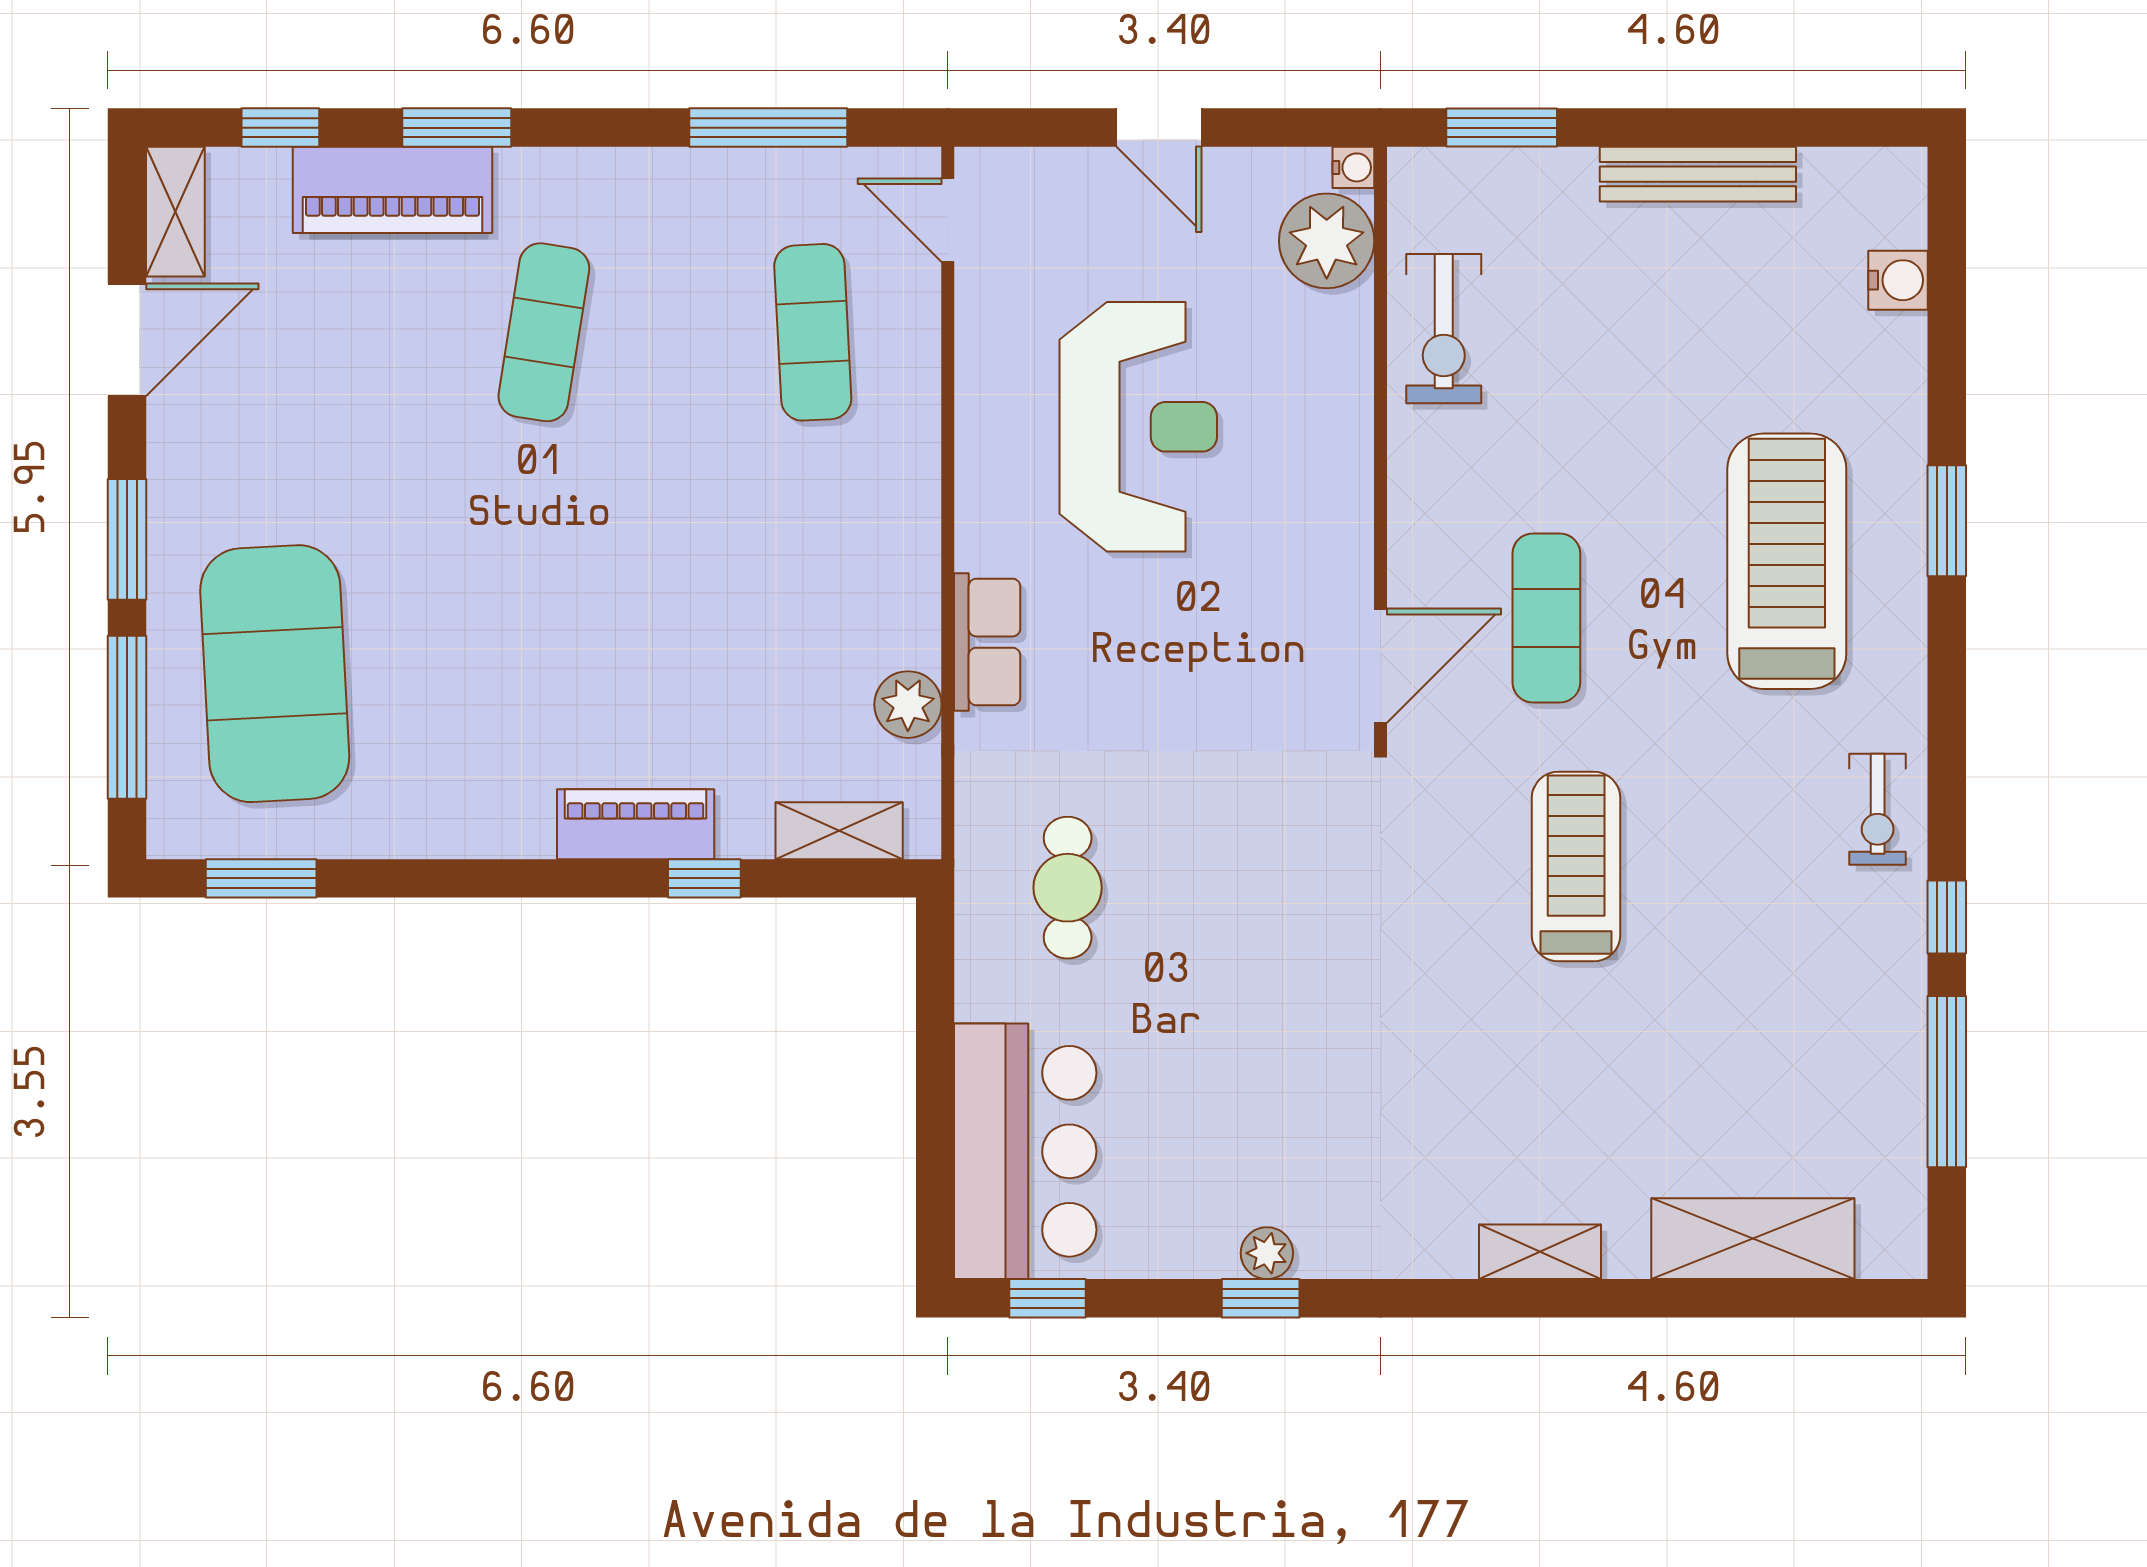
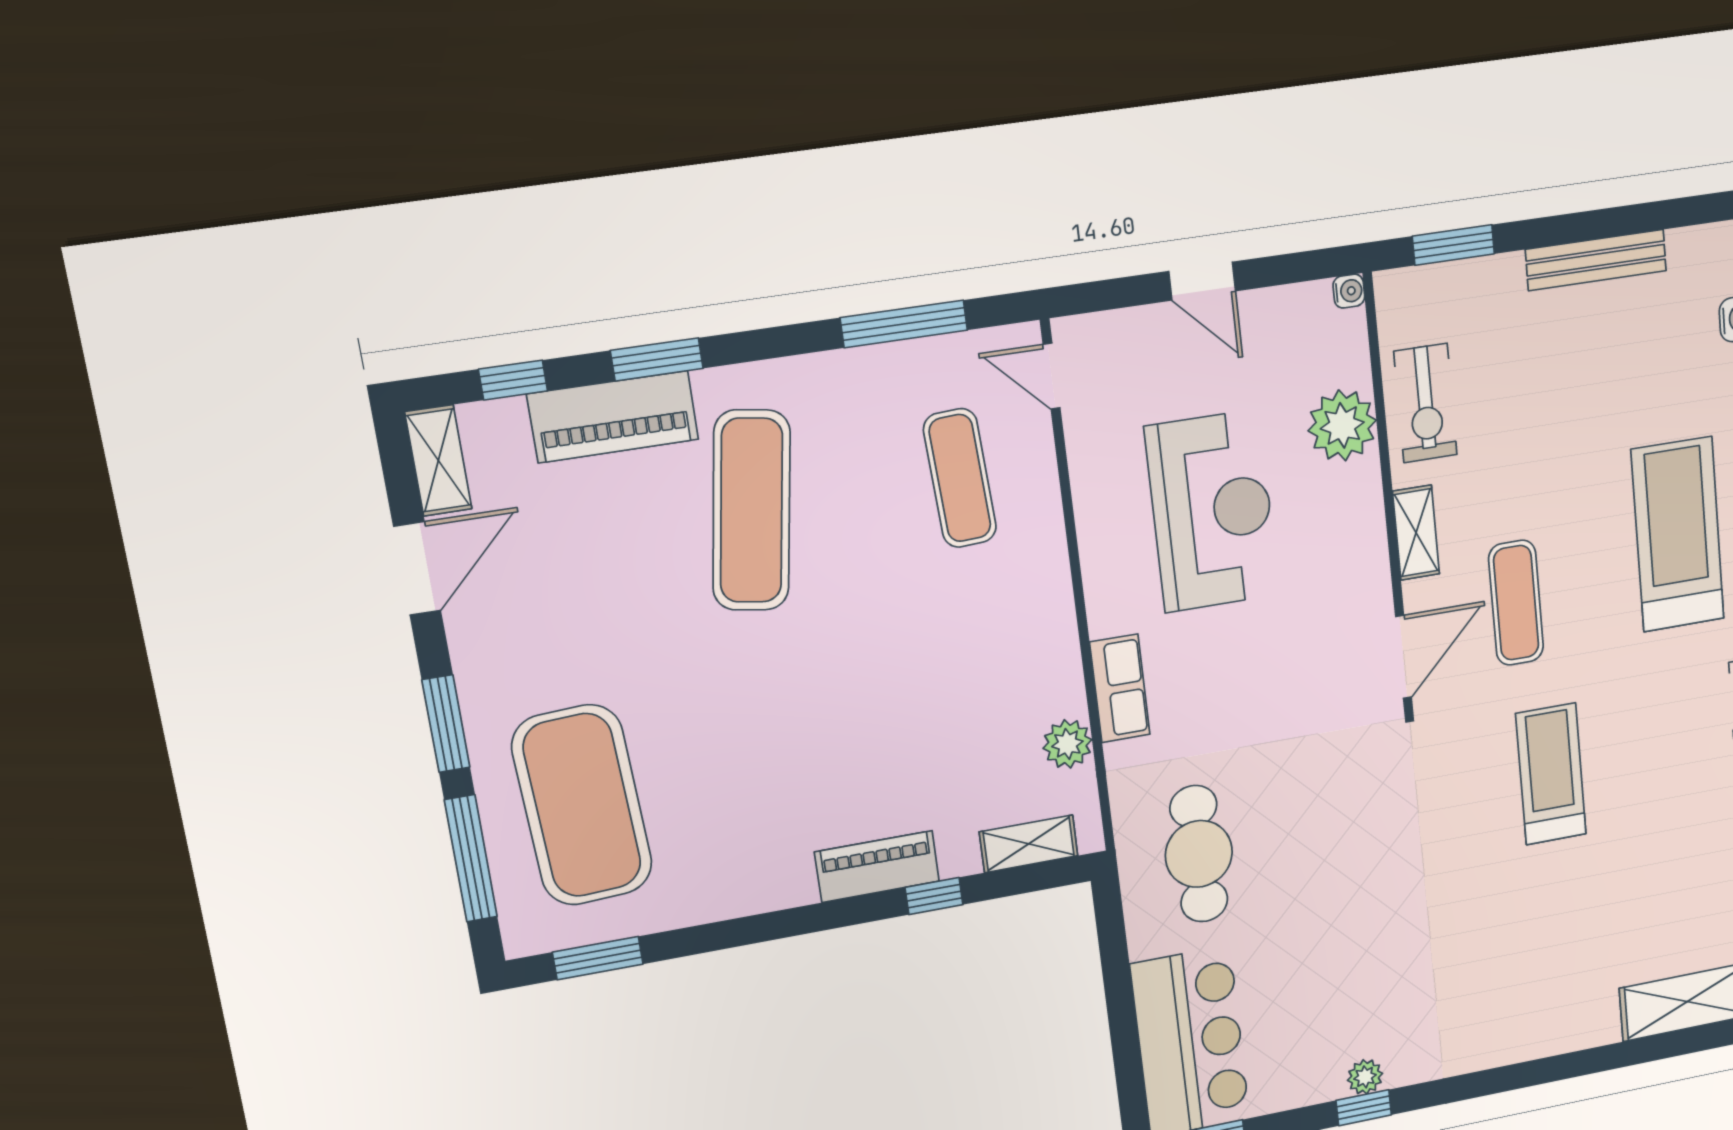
plant: (1327, 241) -> (1342, 425), moved
exercise mat: (544, 332) -> (751, 511), width x1.36, depth x1.45
cafe table: (1068, 888) -> (1199, 854), width x1.37, depth x1.35
shelving: (1540, 1252) -> (1416, 533), moved, turned 90

